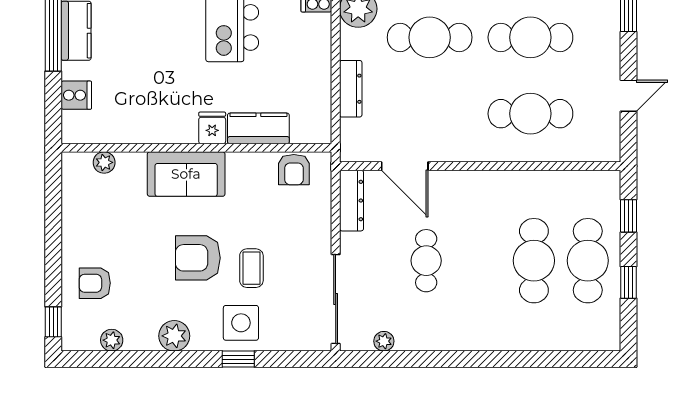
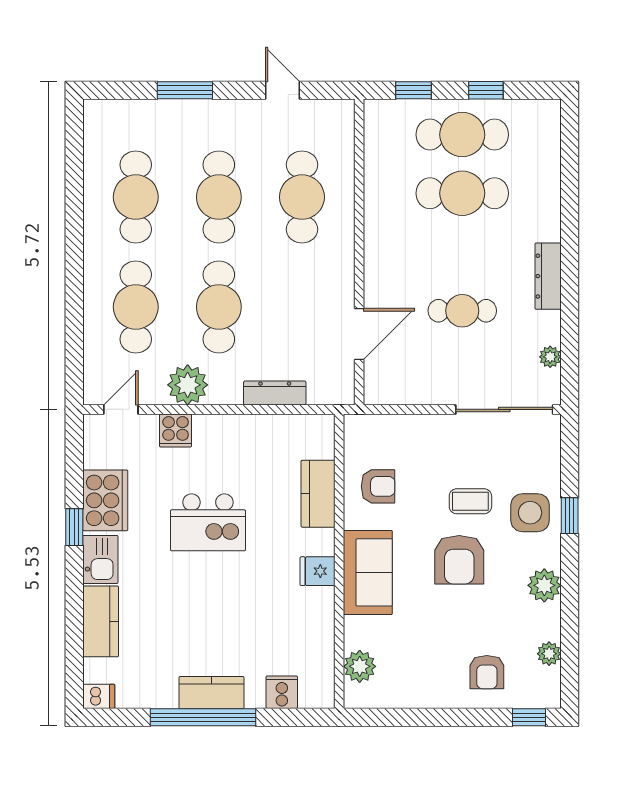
fridge: (212, 128) -> (317, 571), moved
plant: (104, 162) -> (360, 666), width x1.38, depth x1.38
armchair: (294, 170) -> (378, 486), moved
dresser: (351, 201) -> (548, 276), moved, turned -90

